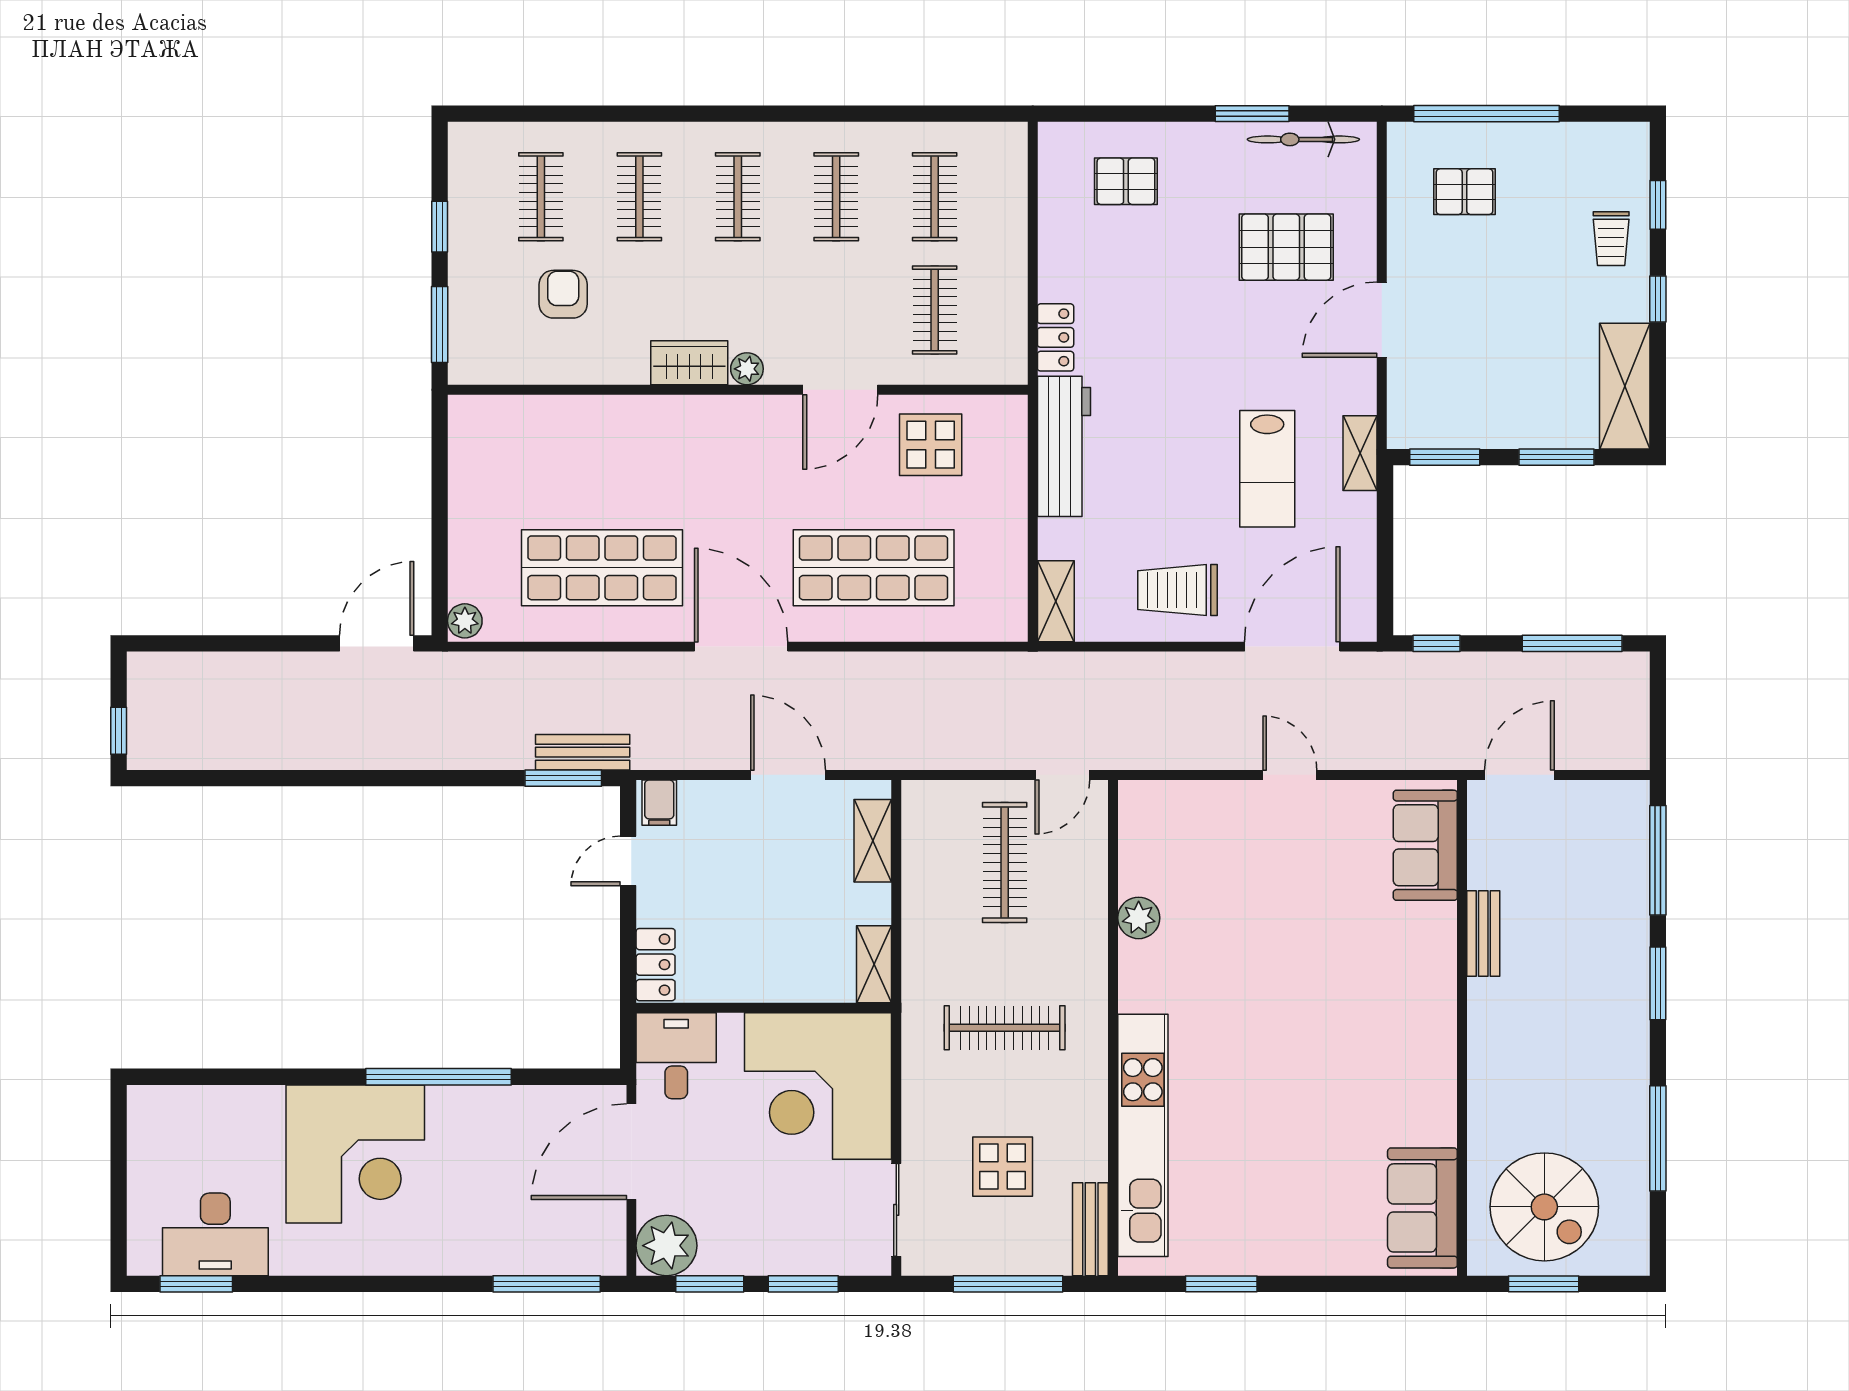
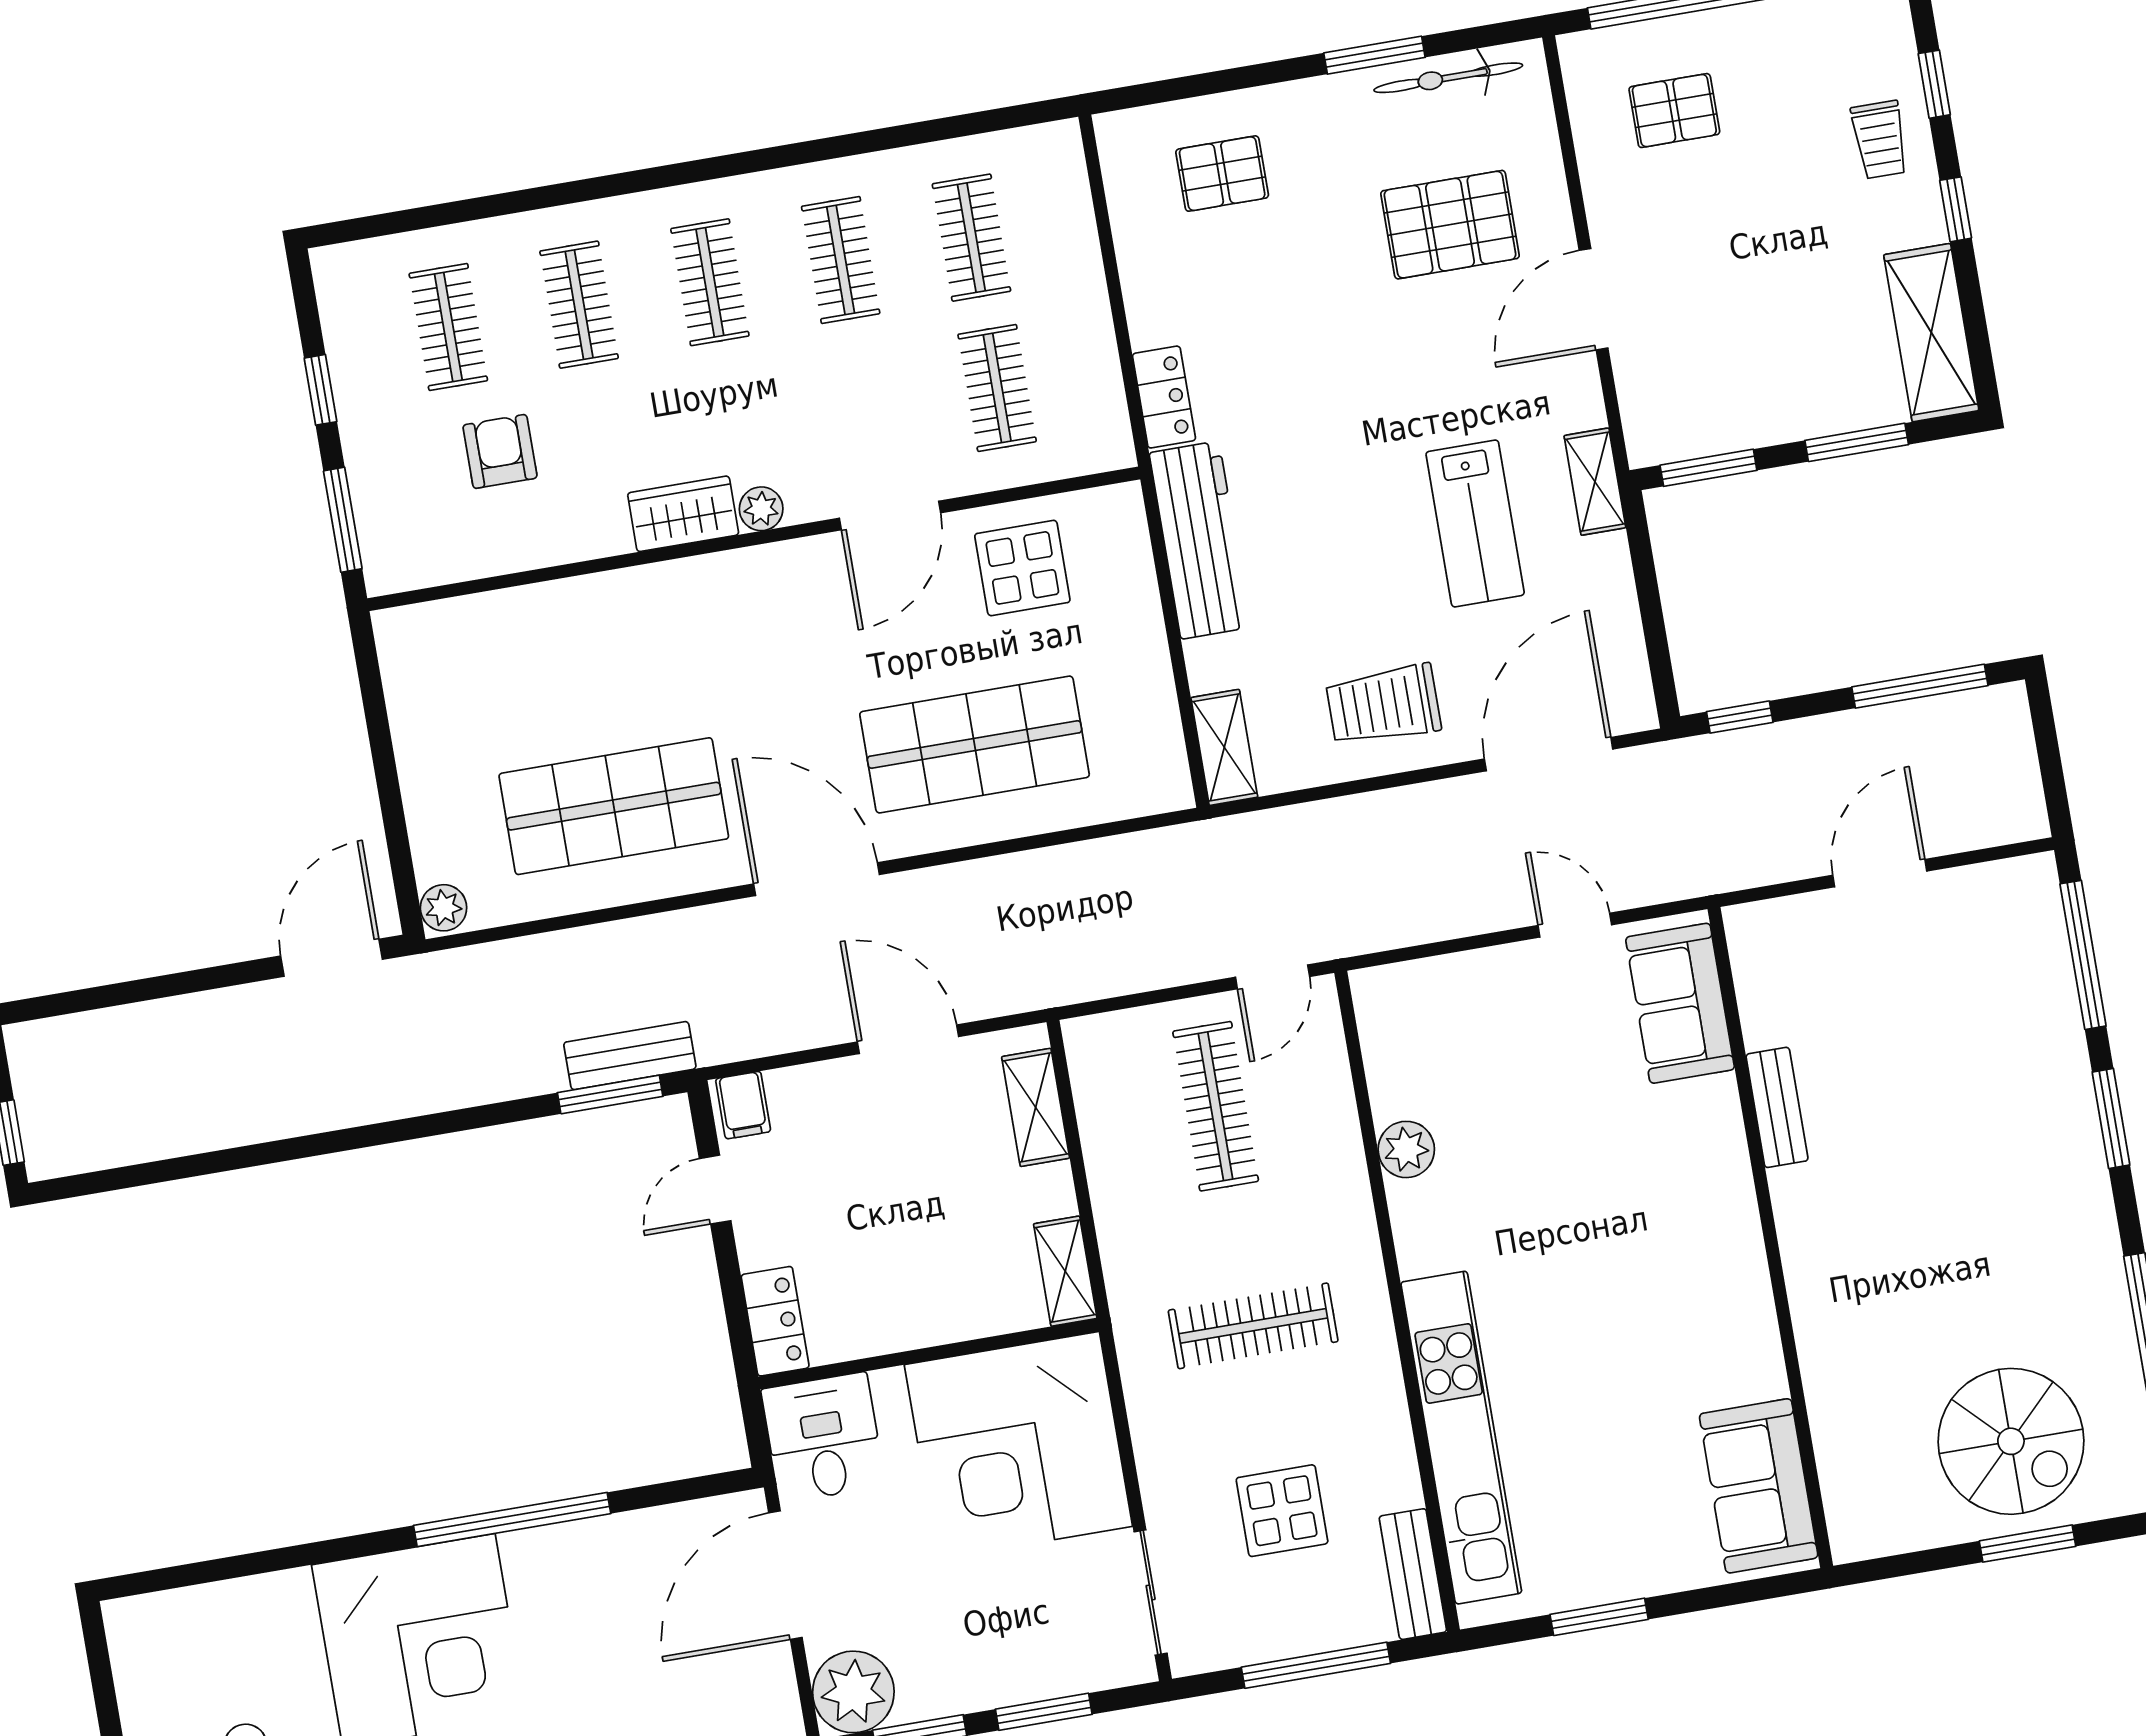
sofa: (1425, 845) -> (1680, 1003), moved
bench: (1483, 934) -> (1777, 1107), moved
wall: (1462, 1028) -> (1770, 1237), moved
sofa: (1422, 1208) -> (1759, 1486), moved

